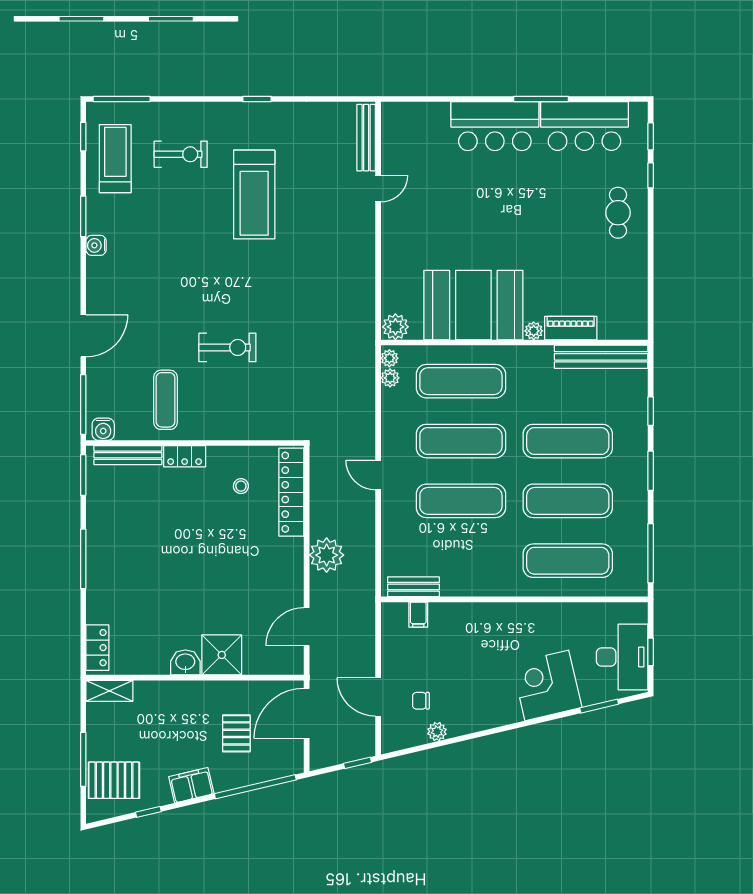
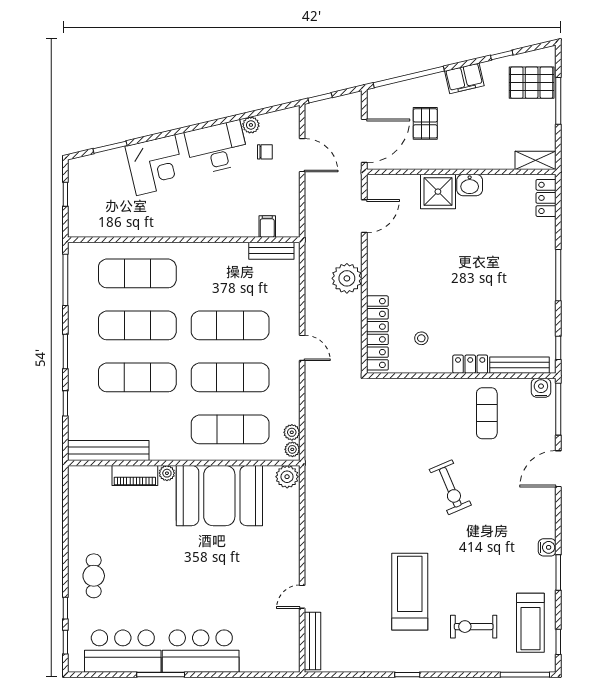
exercise bike: (227, 347) -> (450, 487), moved, turned -113
window: (83, 475) -> (558, 348), width x0.67
desk: (622, 657) -> (217, 147), moved, turned 77

